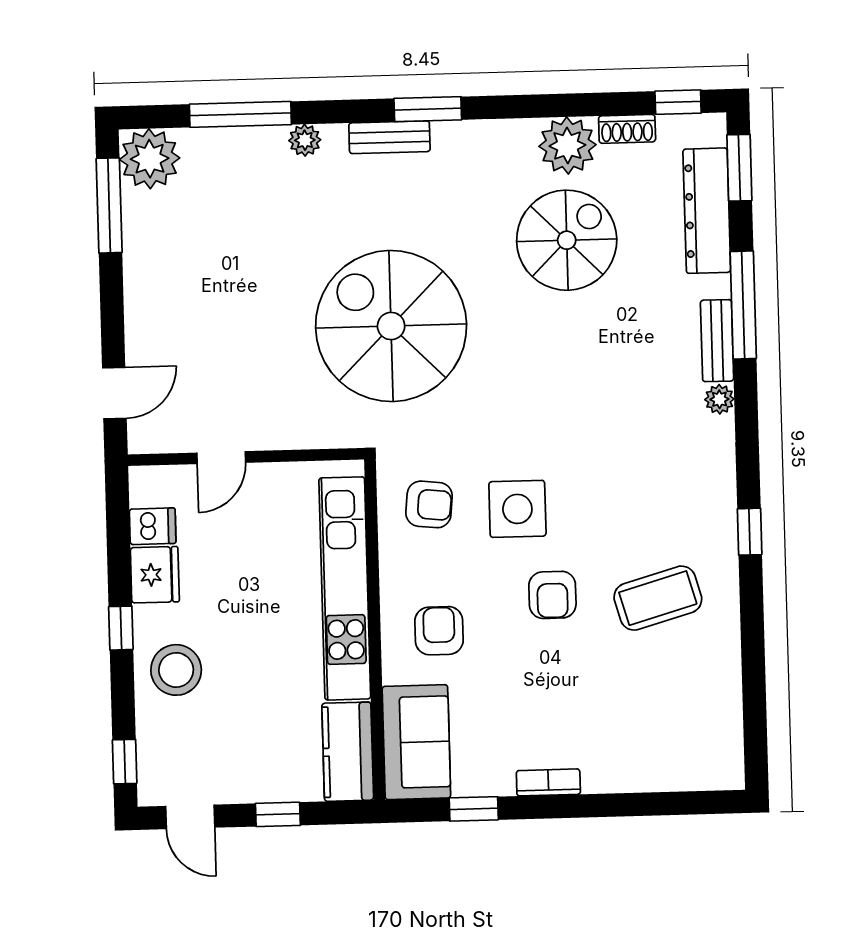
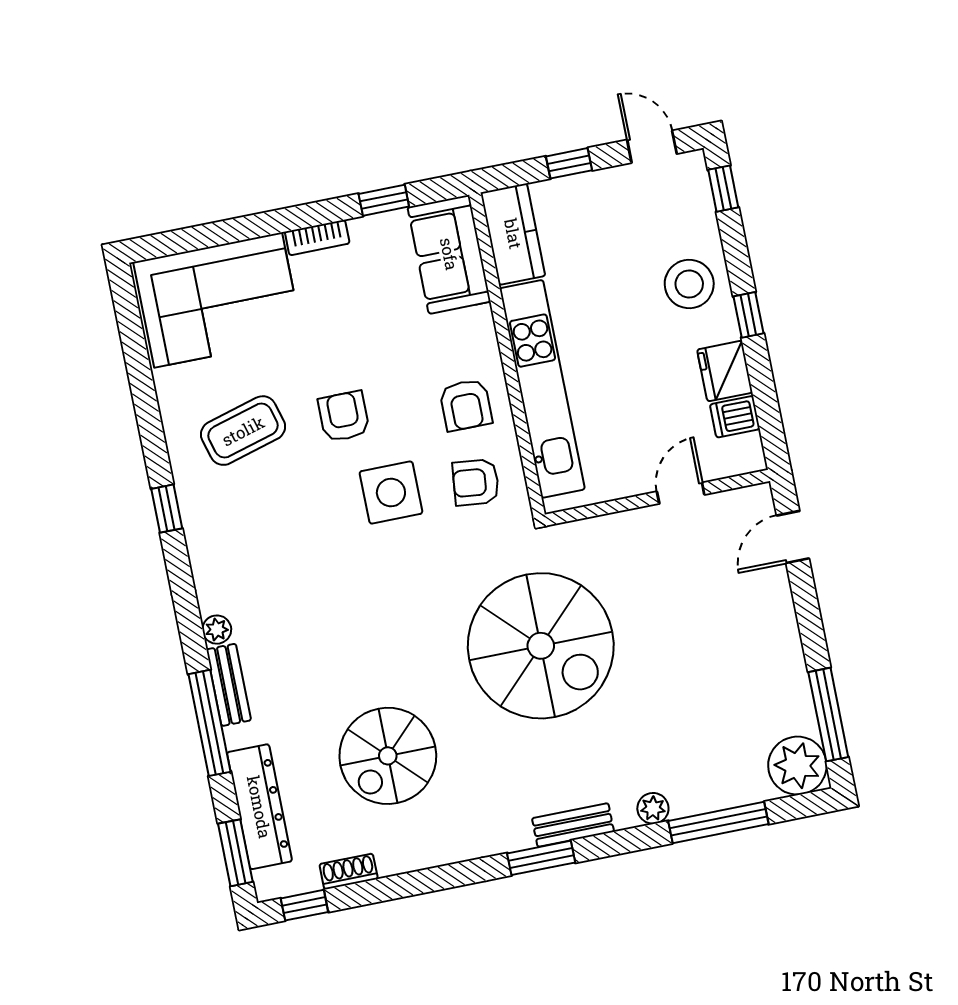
plant: (567, 146) -> (402, 846), removed
armchair: (439, 631) -> (466, 405), moved
corner sofa: (661, 736) -> (218, 300), added

